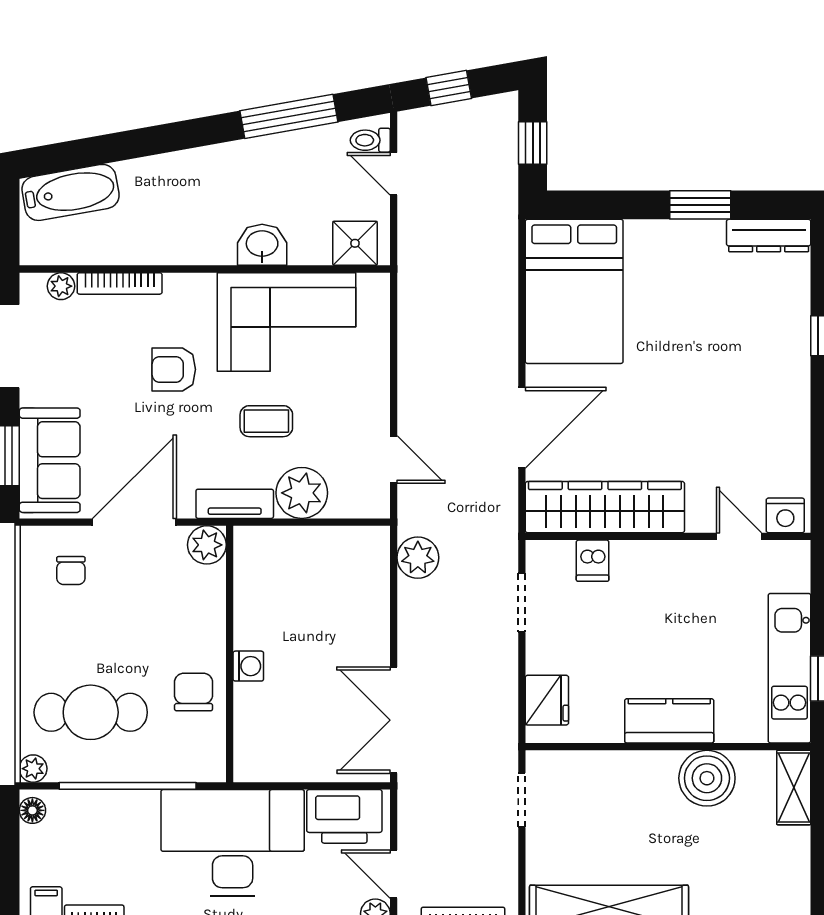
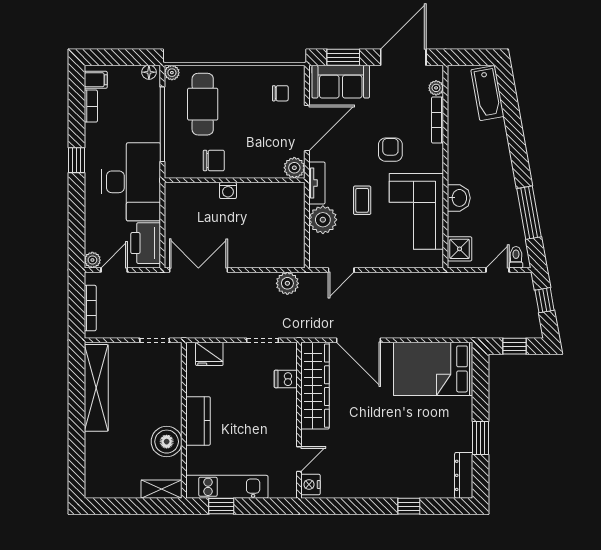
door: (134, 522) -> (307, 128), hinge flipped
chair: (71, 571) -> (280, 93), turned 180

